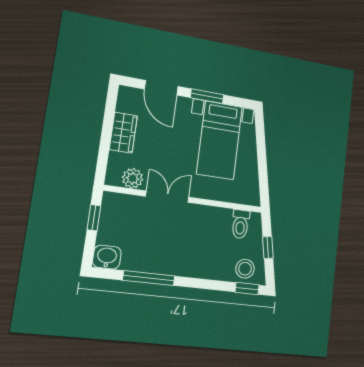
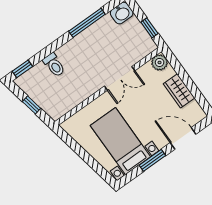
plant: (133, 178) -> (160, 62), moved
toilet: (240, 224) -> (54, 65), moved, turned 180
stool: (245, 269) -> (34, 79), removed

